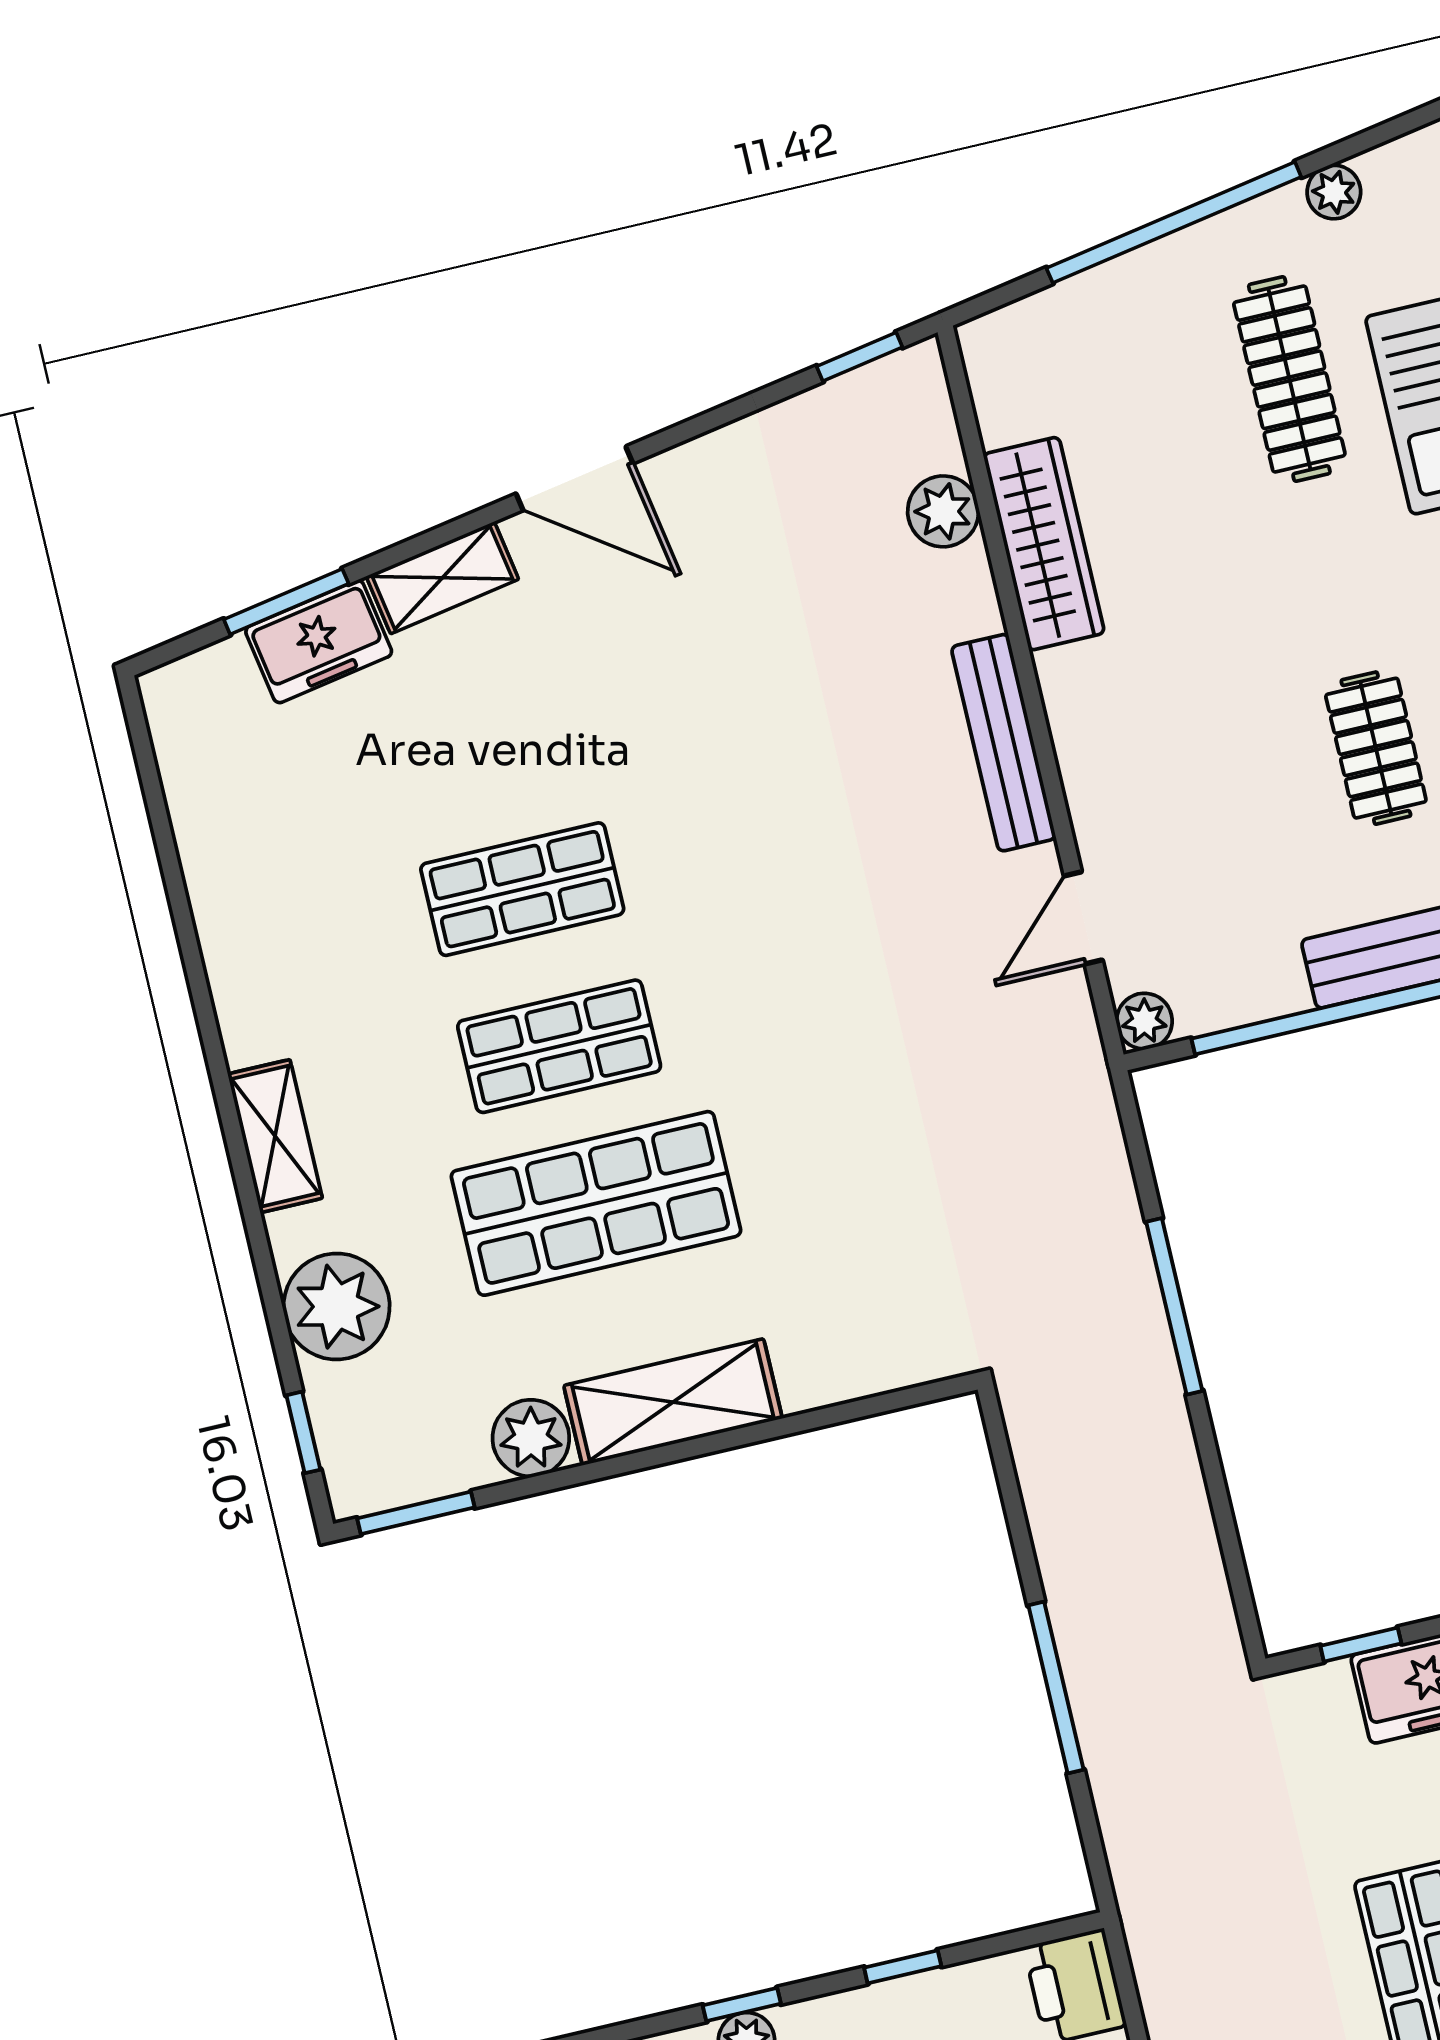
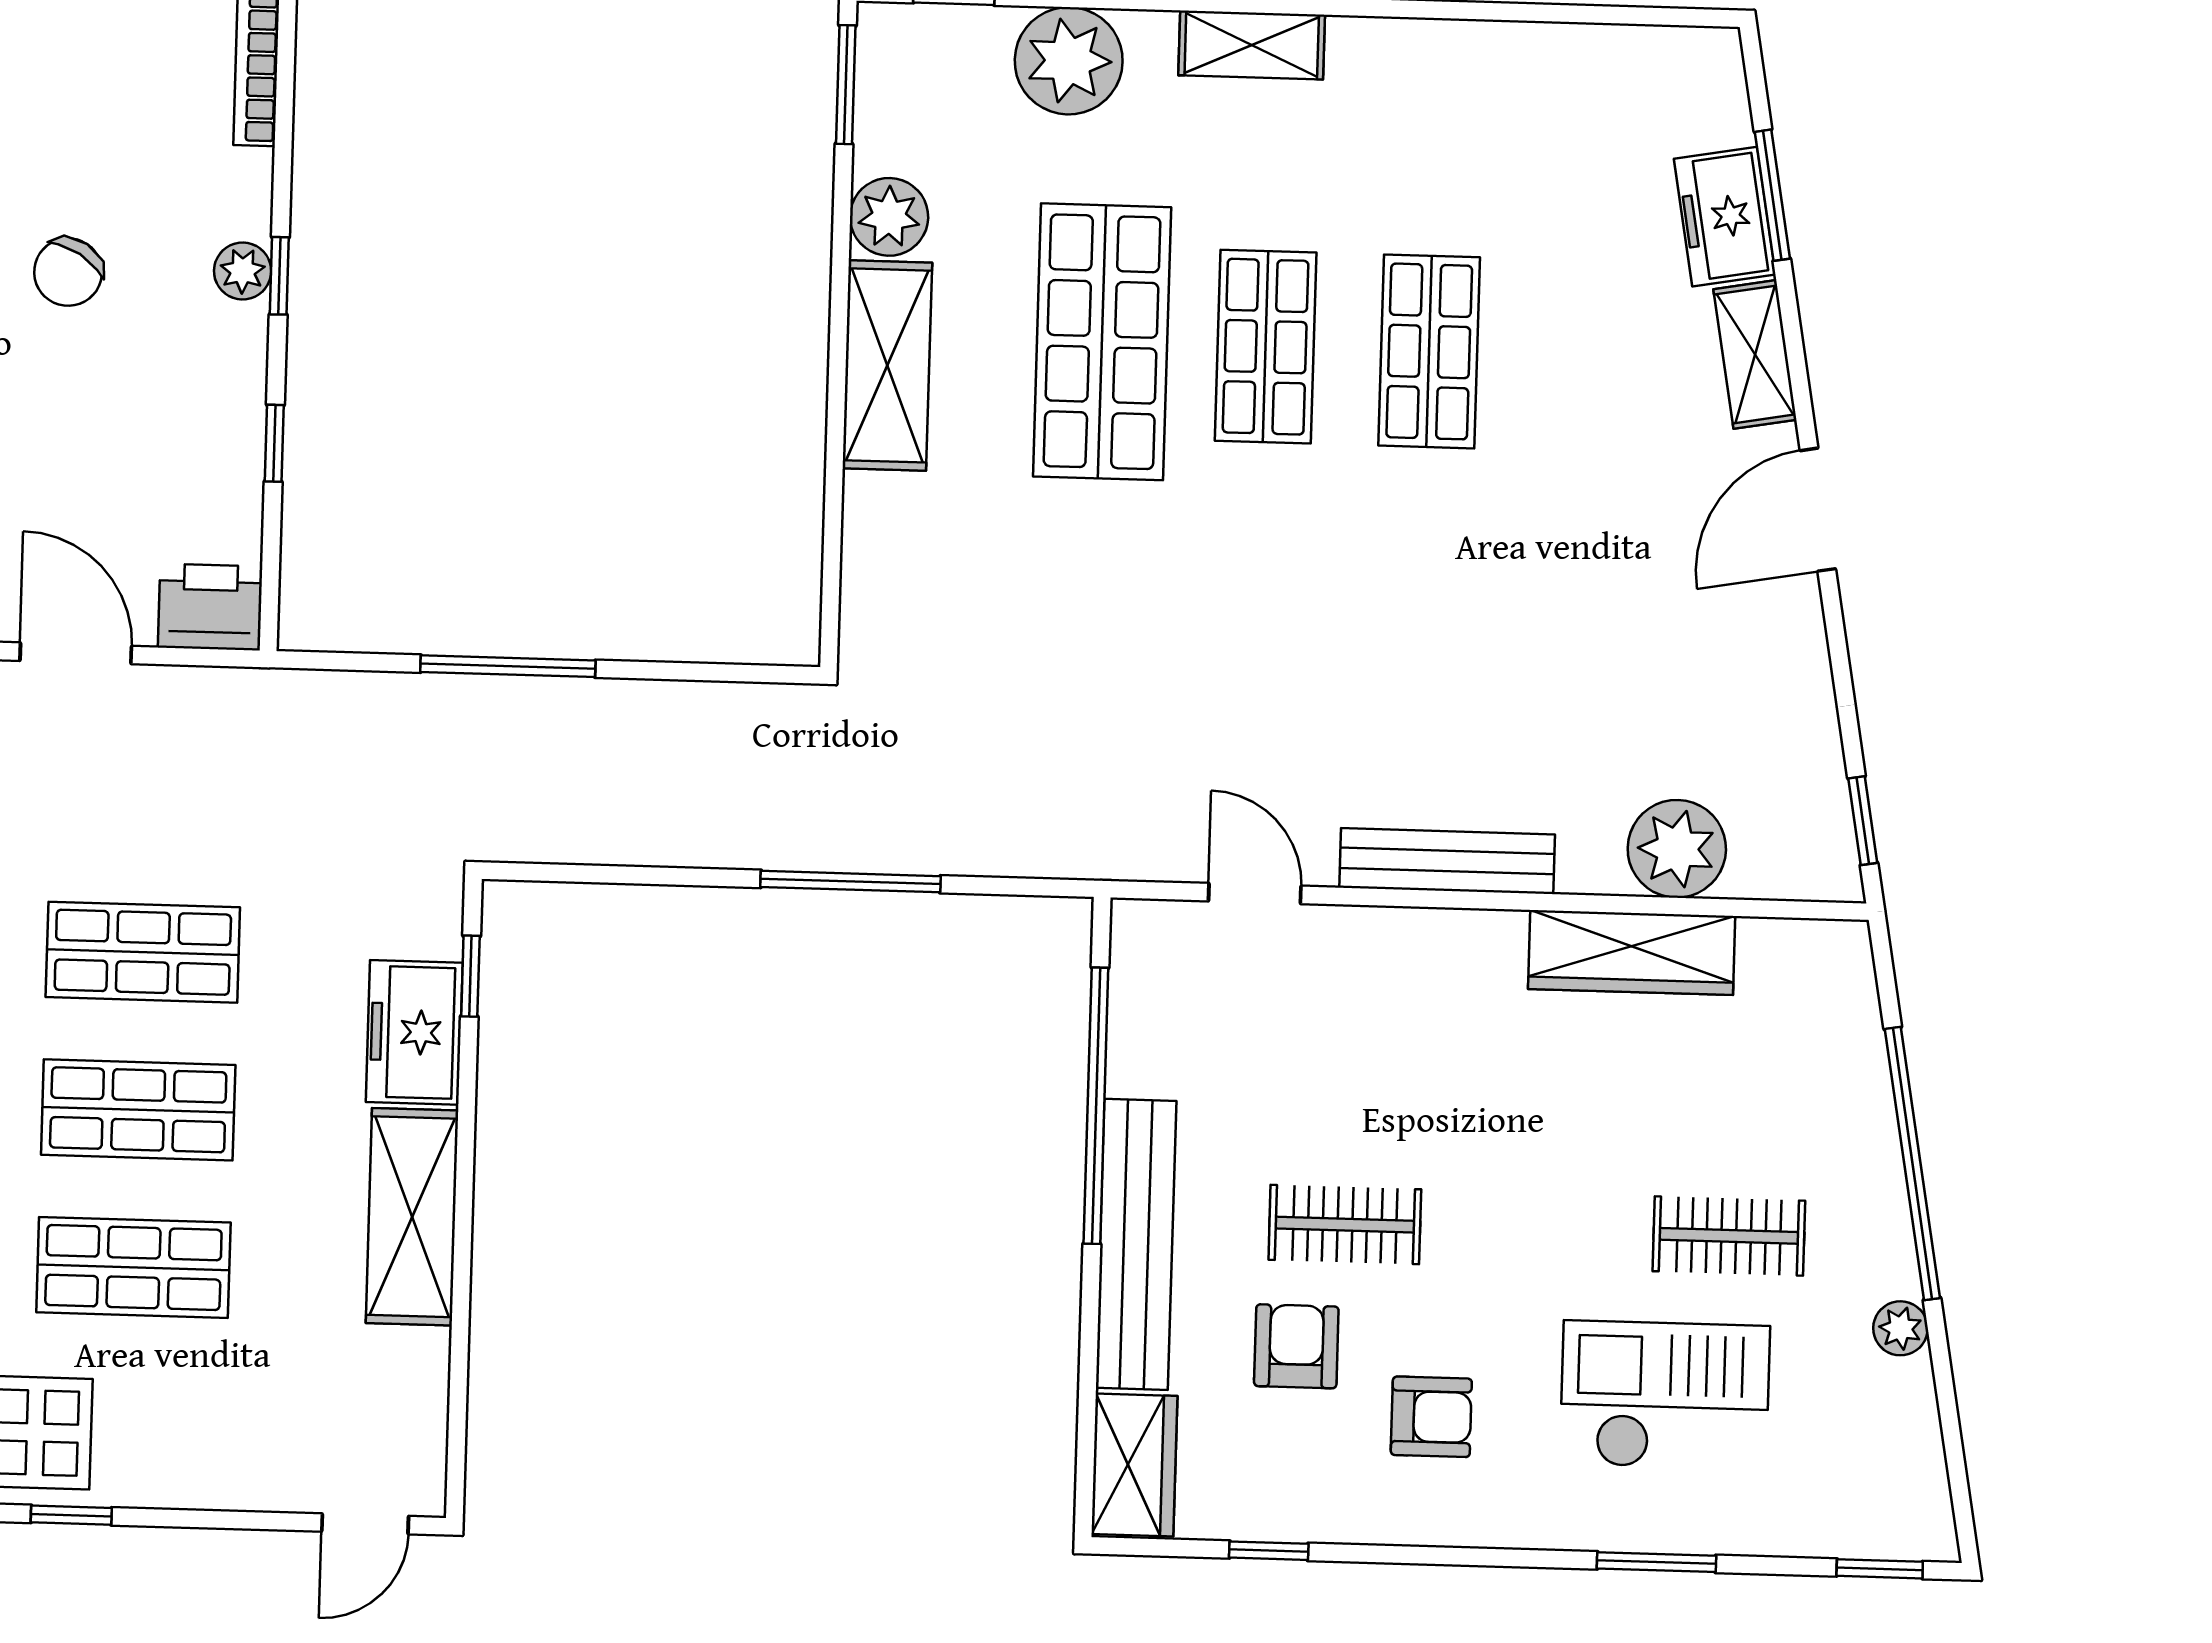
clothes rail: (1289, 379) -> (1729, 1236), width x0.73
plant: (943, 511) -> (1677, 849), width x1.36, depth x1.36
plant: (1144, 1021) -> (1138, 927), removed

